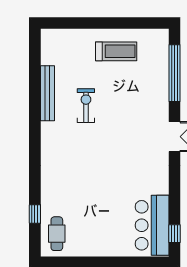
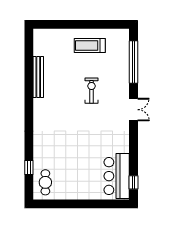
treadmill: (116, 51) -> (90, 46), turned 180
exercise bike: (86, 106) -> (91, 91), moved

